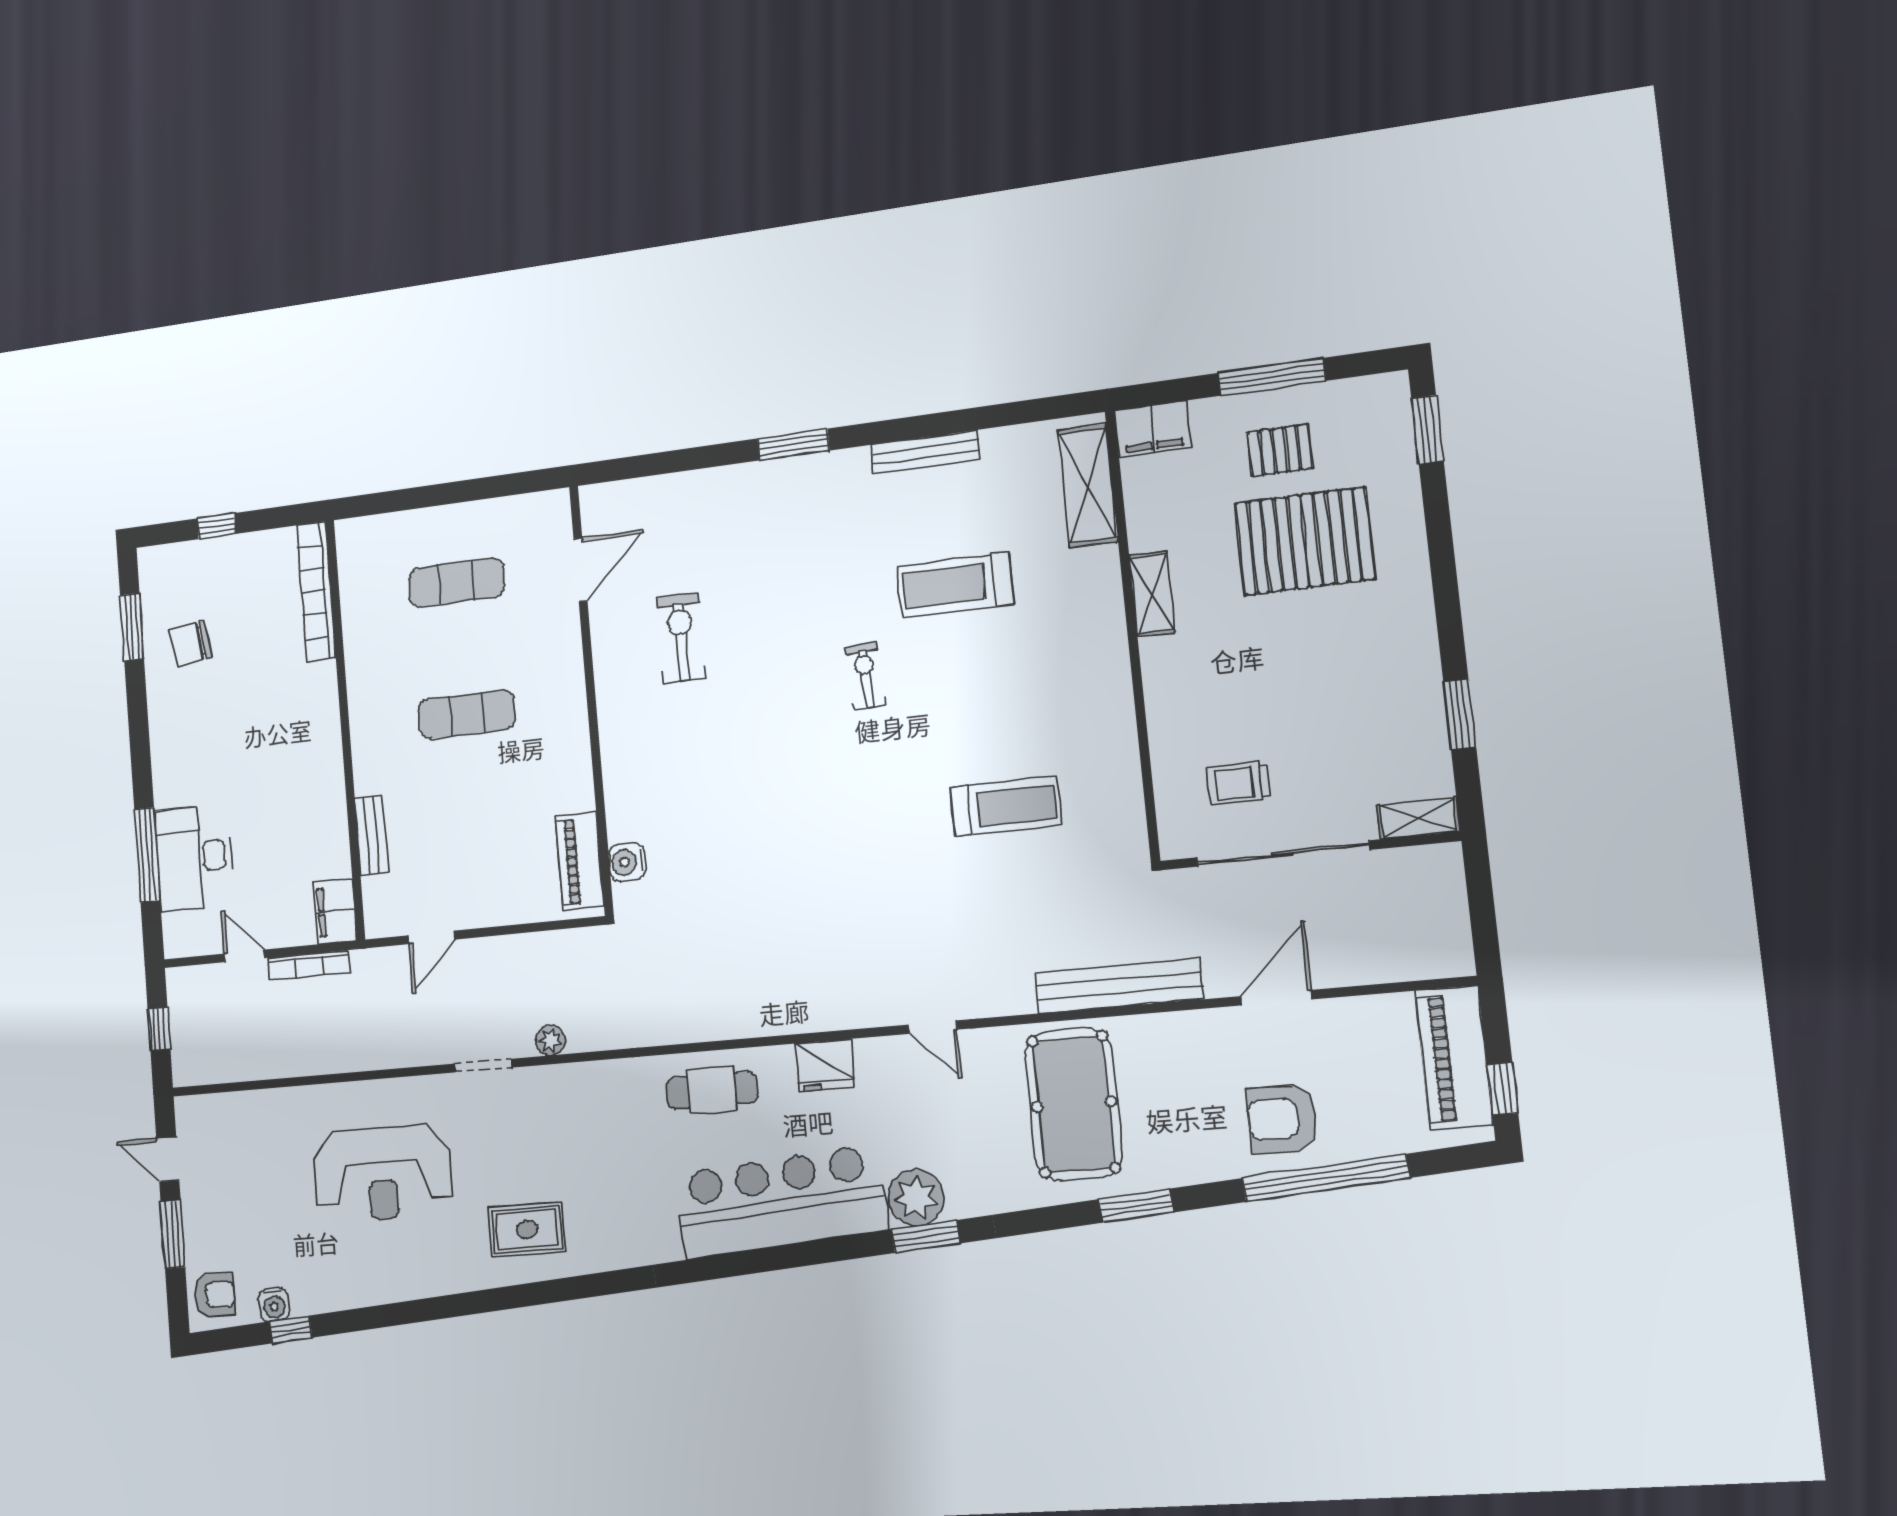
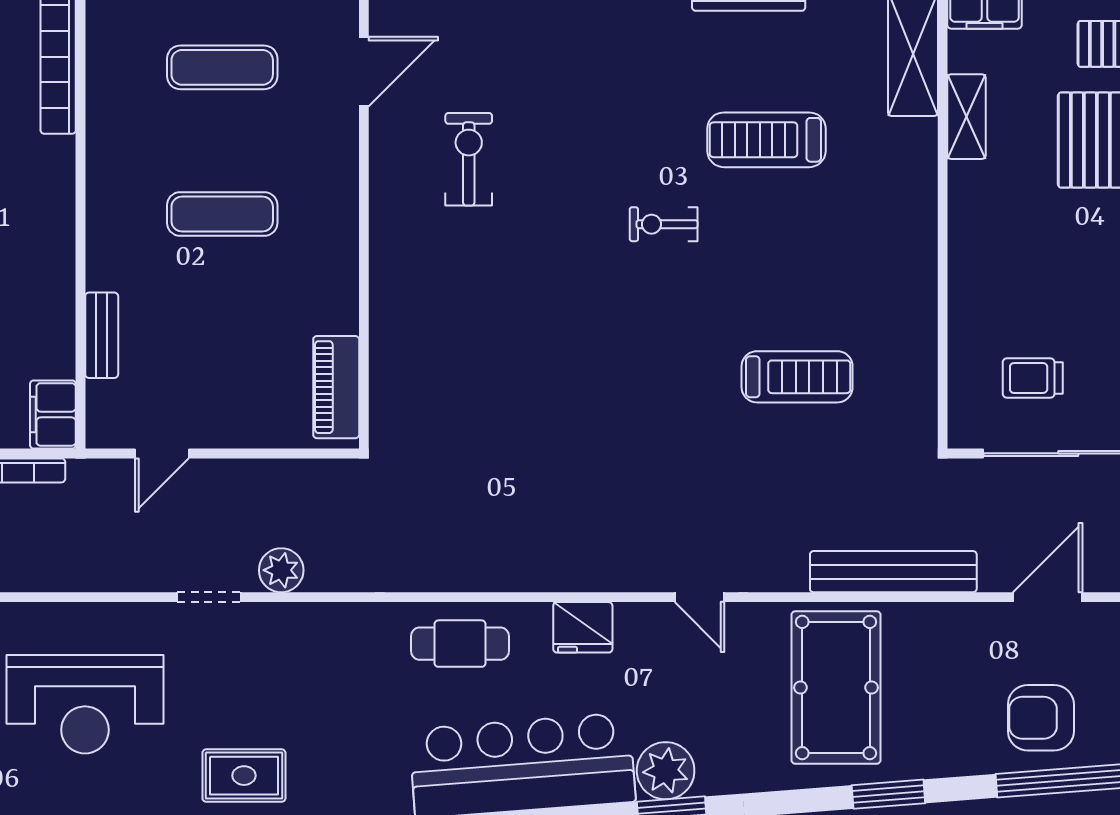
shelving: (1152, 594) -> (967, 117), moved
exercise bike: (866, 676) -> (664, 224), turned -87
water cooler: (627, 862) -> (389, 394), removed
plant: (550, 1040) -> (281, 570), width x1.38, depth x1.38

